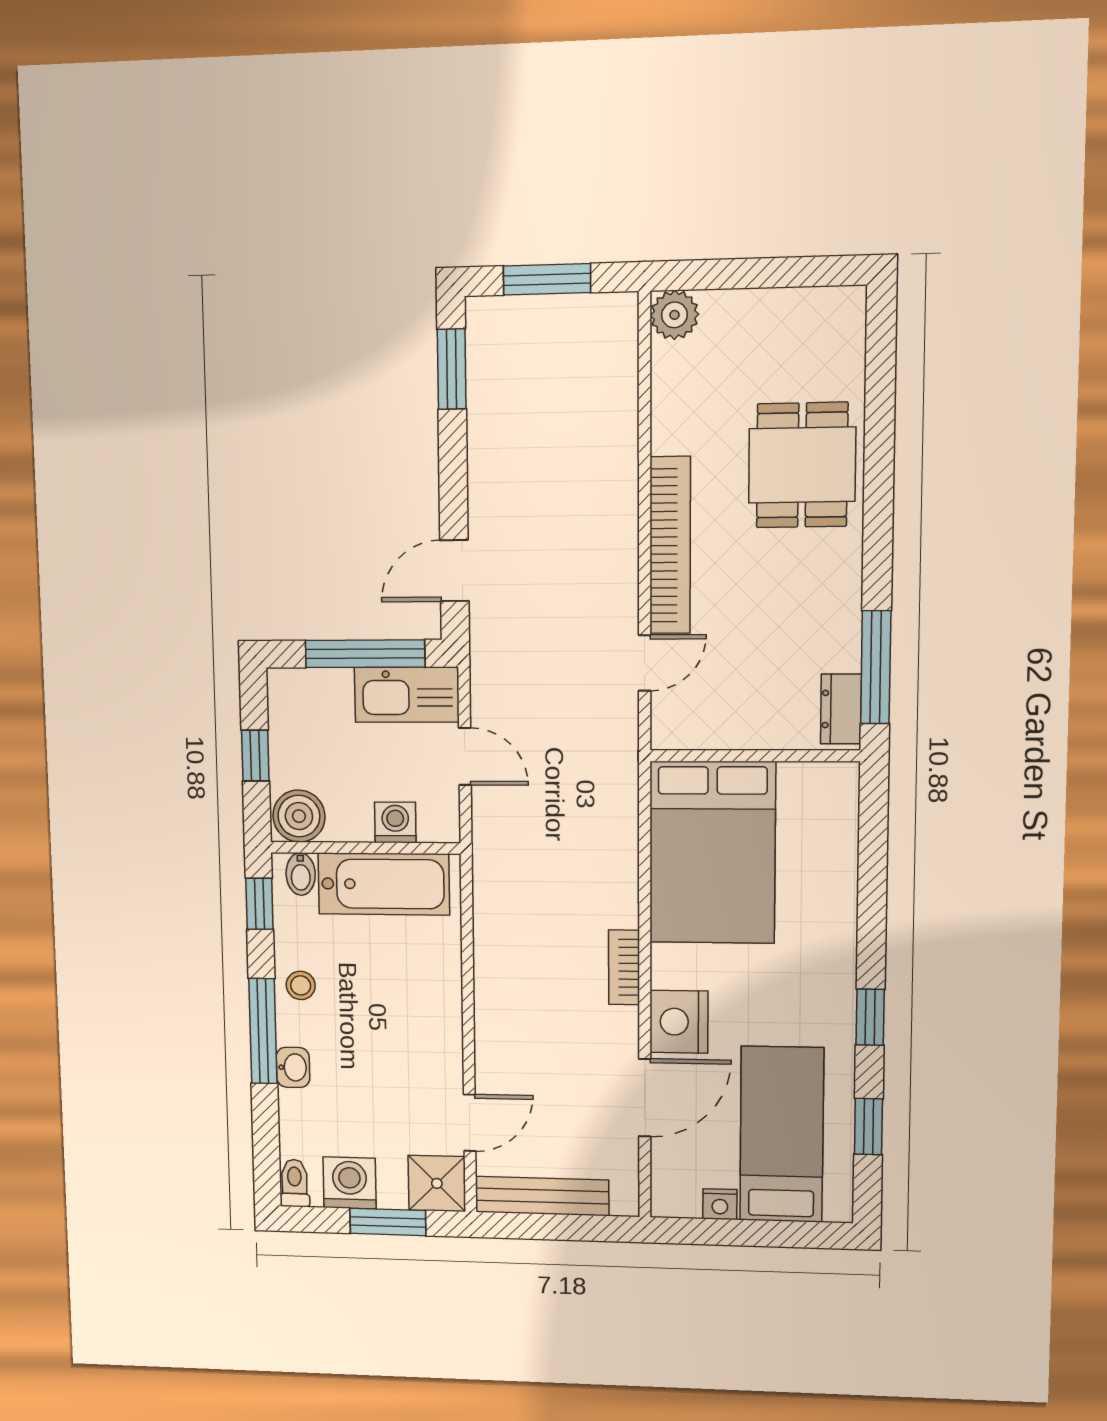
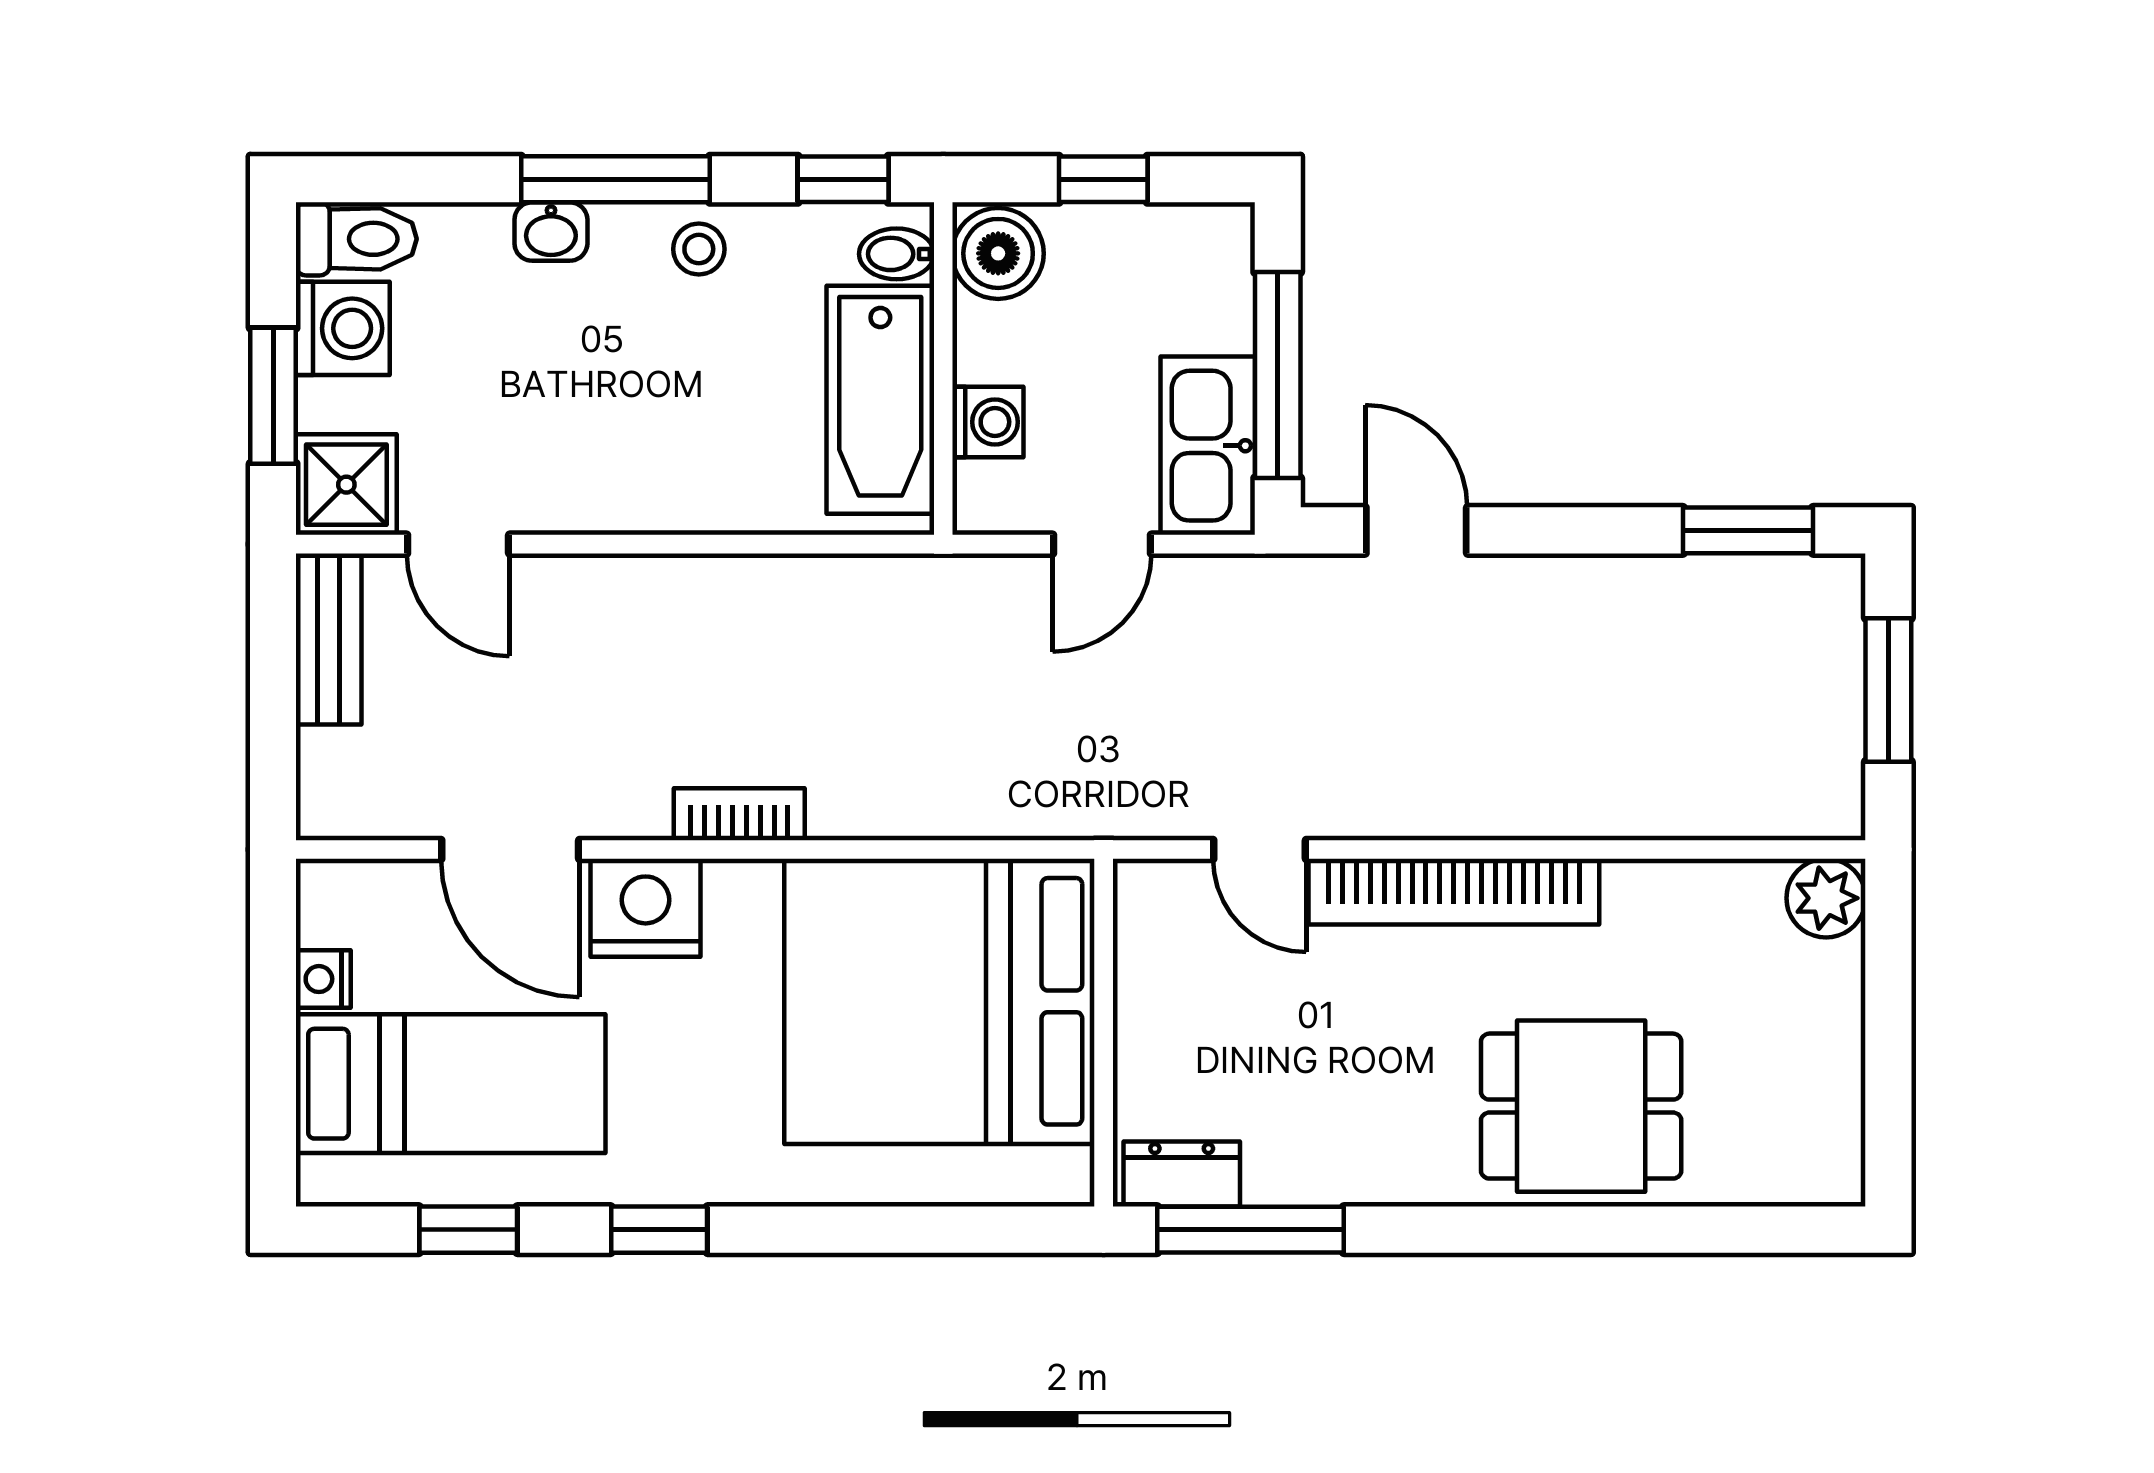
bed: (712, 852) -> (939, 1001), width x1.36
toilet: (294, 1183) -> (356, 239), width x1.37, depth x1.39
bench: (542, 1196) -> (329, 639), width x0.73

